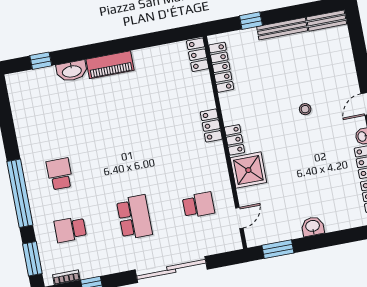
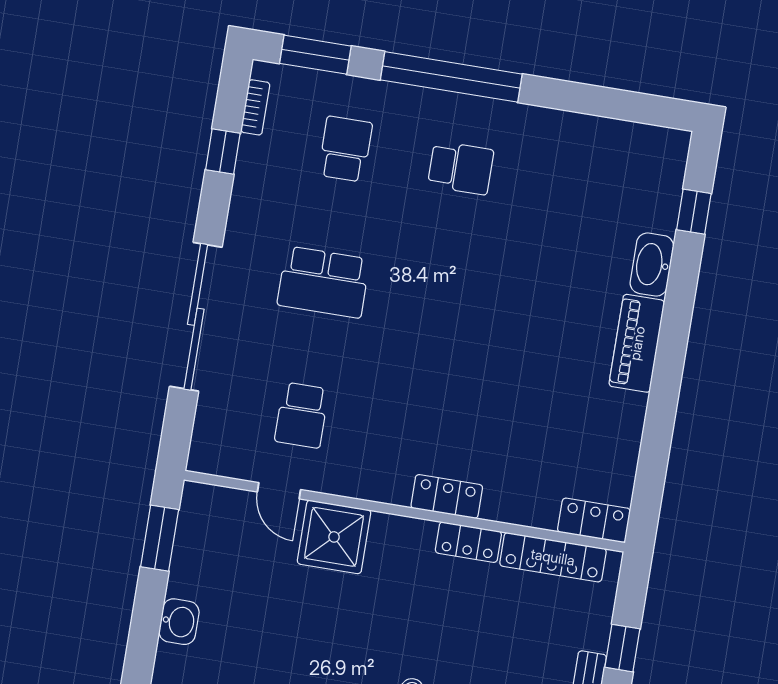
locker: (234, 140) -> (468, 542), moved
door: (239, 218) -> (279, 491), moved

